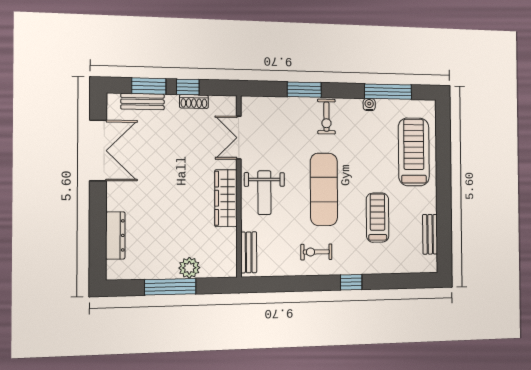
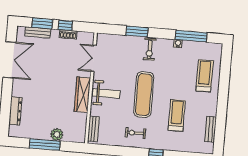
treadmill: (414, 152) -> (205, 76), width x0.73, depth x0.73
weight bench: (264, 193) -> (106, 93), turned -90

